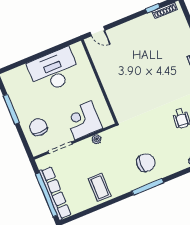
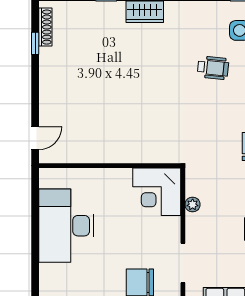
corner desk: (83, 120) -> (157, 192), moved

